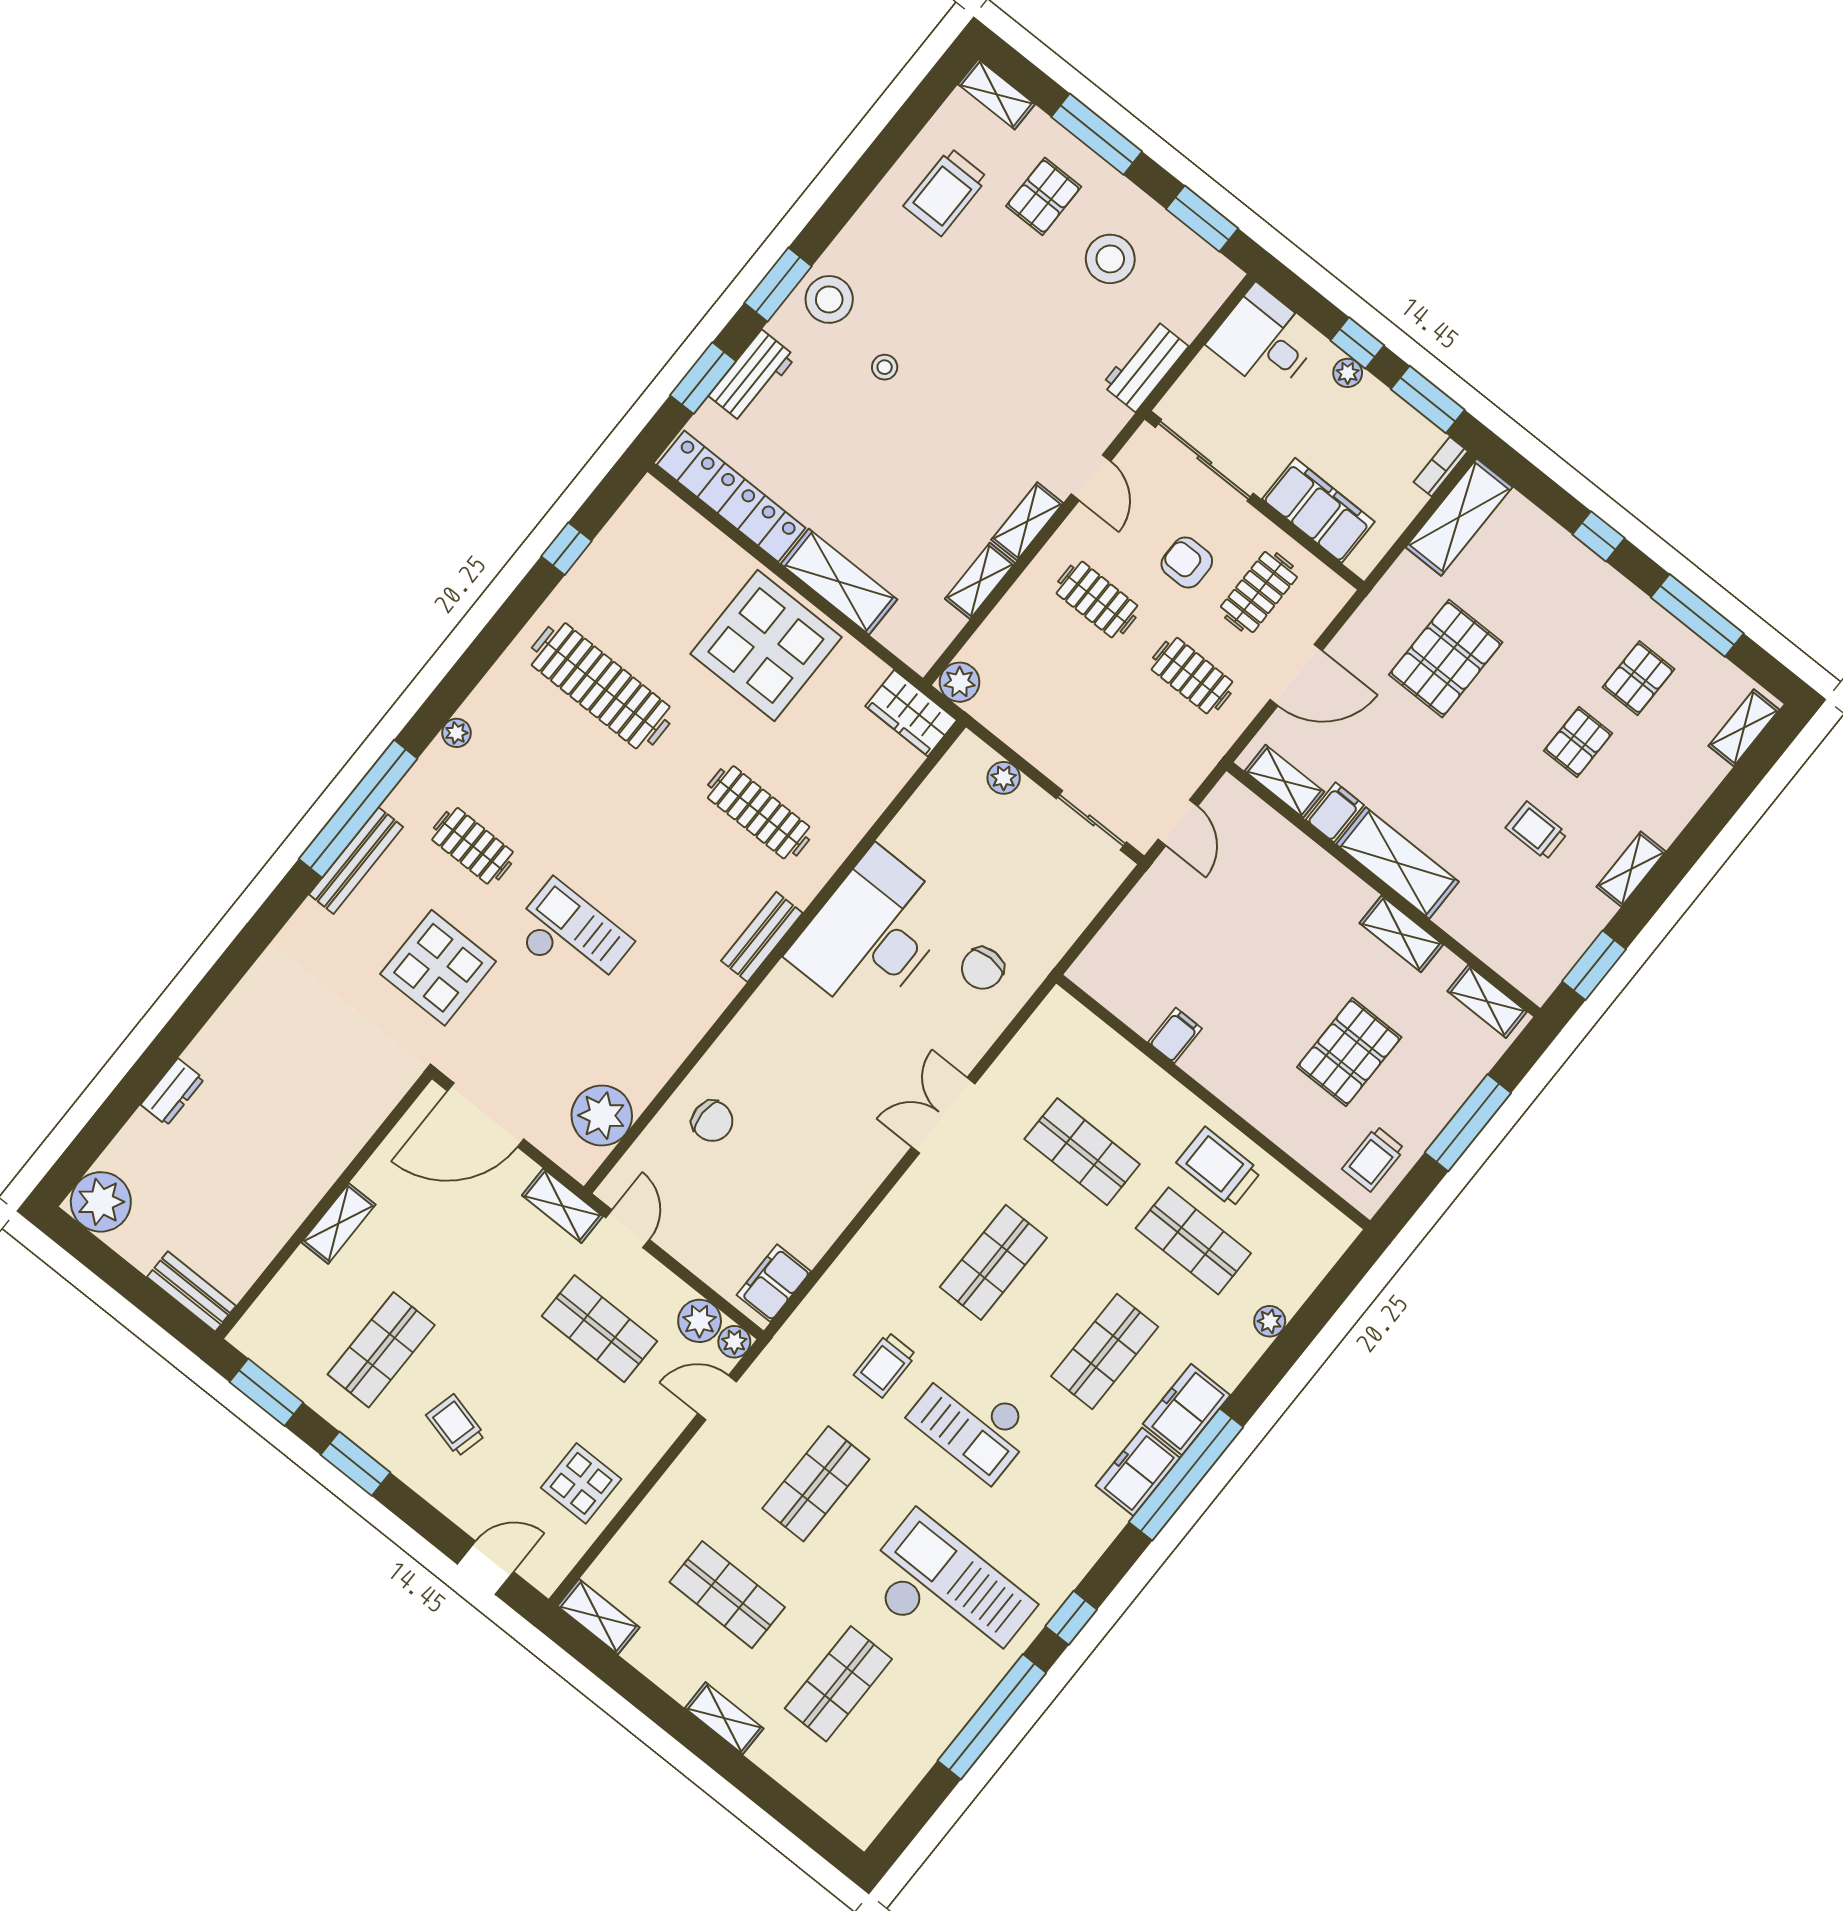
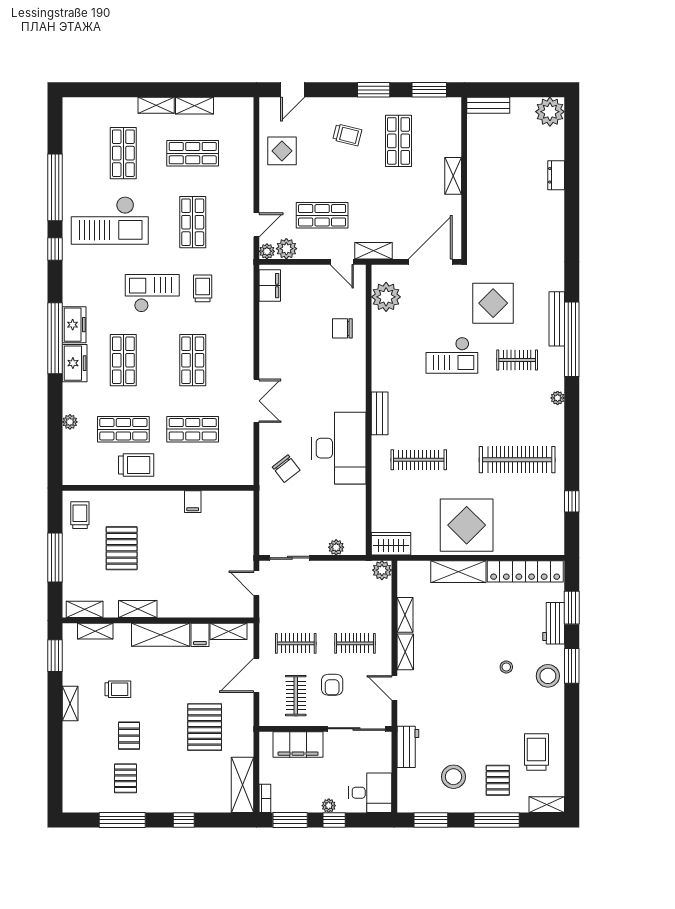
armchair: (1187, 562) -> (332, 685), turned 90
shelving: (1744, 728) -> (95, 631), moved, turned 90
chair: (983, 968) -> (286, 469), turned 142
shelving: (599, 1617) -> (195, 106), moved

